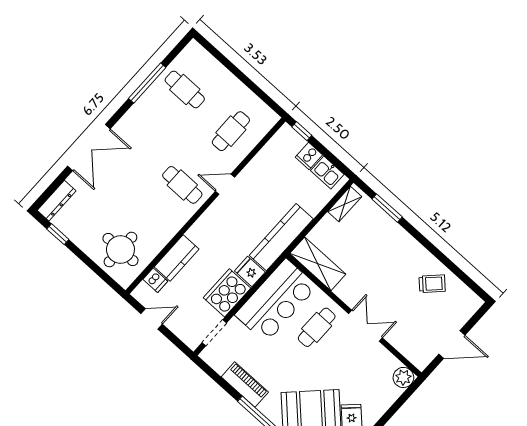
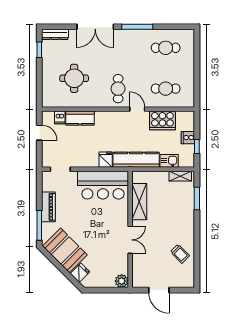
window: (147, 83) -> (137, 27), moved
cafe table: (185, 89) -> (166, 48), turned 90
window: (302, 131) -> (197, 147), moved
kitchen sink: (327, 172) -> (169, 161), moved, turned 90
round table: (120, 250) -> (74, 78), moved
shelving: (318, 264) -> (139, 202), moved
cooker: (227, 293) -> (162, 120), moved, turned 180
cafe table: (317, 327) -> (108, 217), removed

